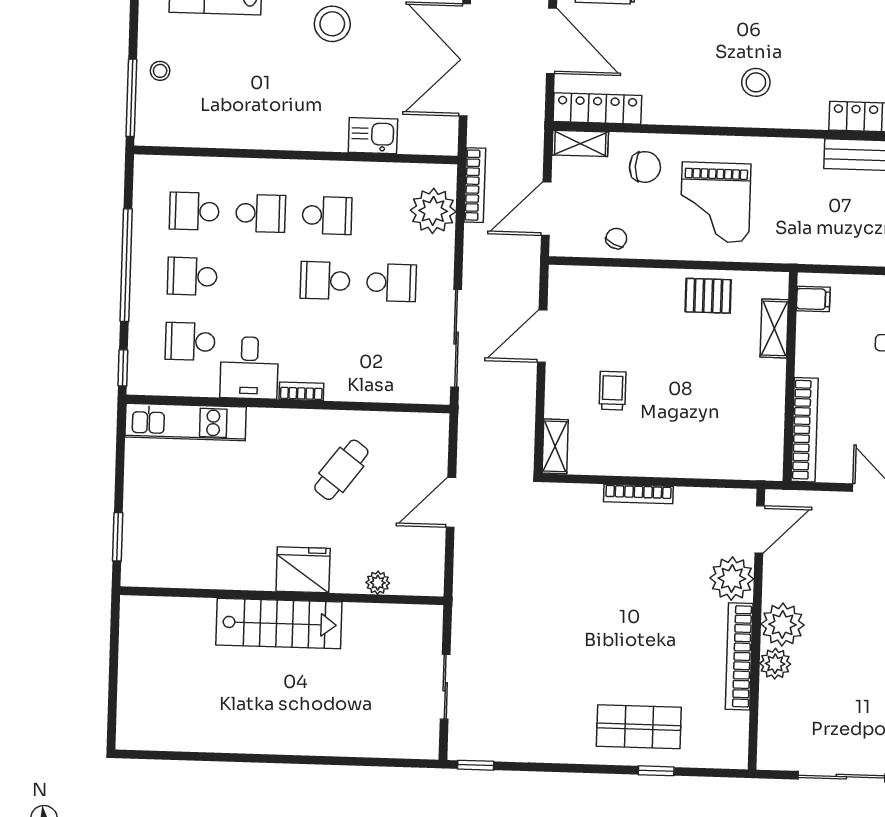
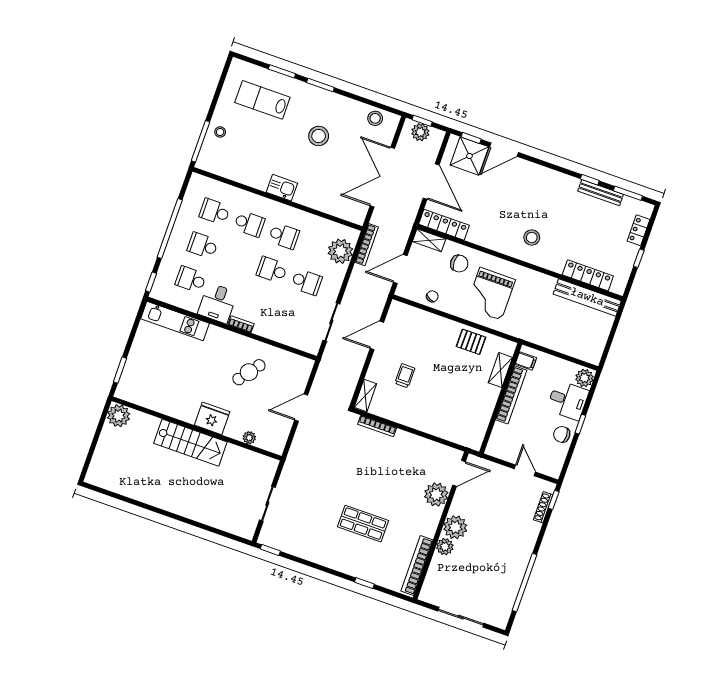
kitchen sink: (373, 136) -> (282, 188), moved
sliding door: (456, 338) -> (331, 322), width x0.73
bookcase: (805, 430) -> (511, 395), moved
bookcase: (638, 494) -> (377, 426), moved
plant: (140, 616) -> (119, 416), added
bookcase: (739, 656) -> (417, 566), moved
shop shelf: (639, 727) -> (363, 524), moved

